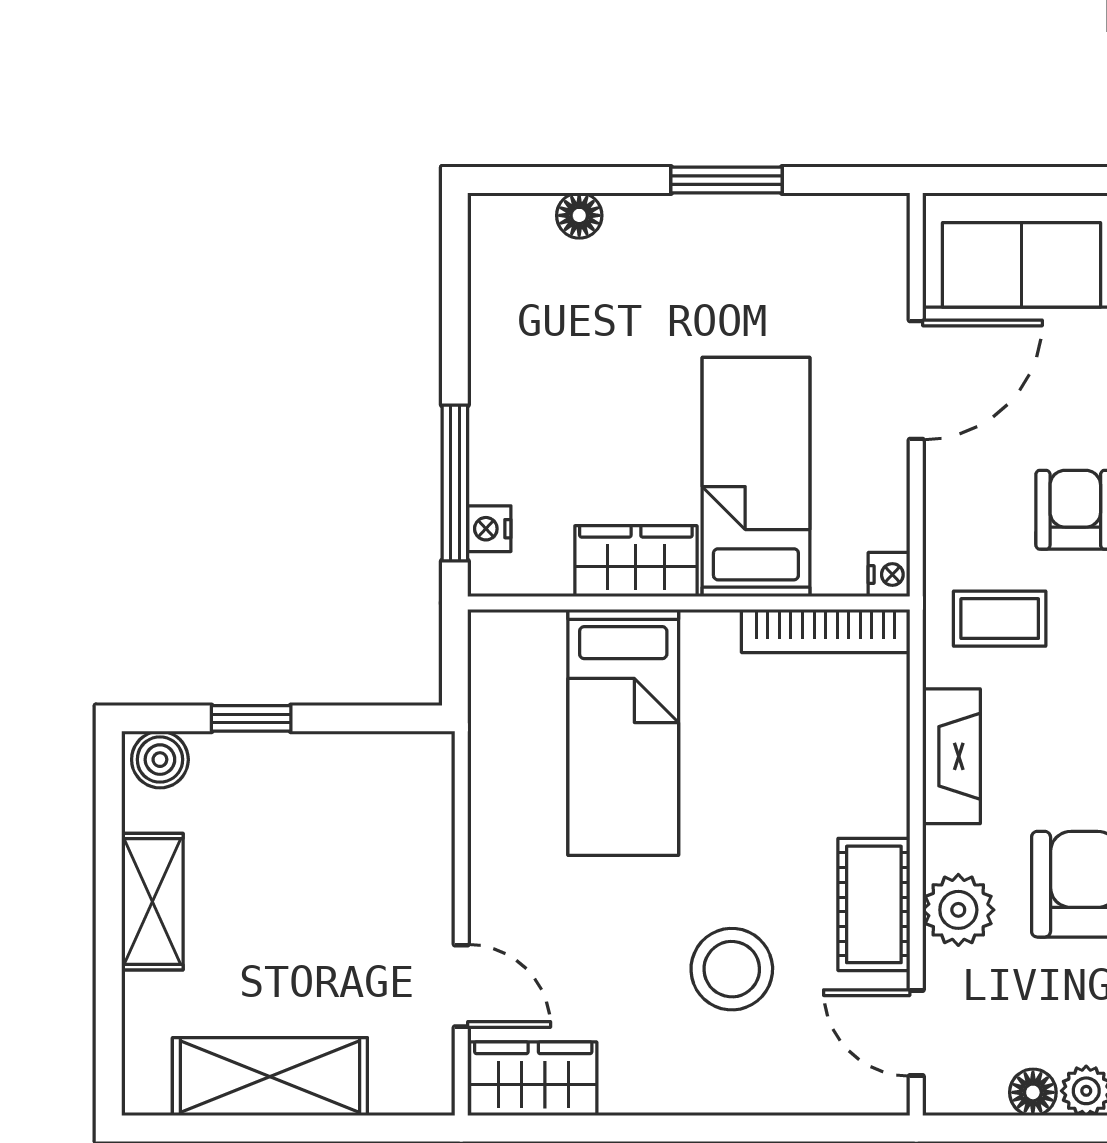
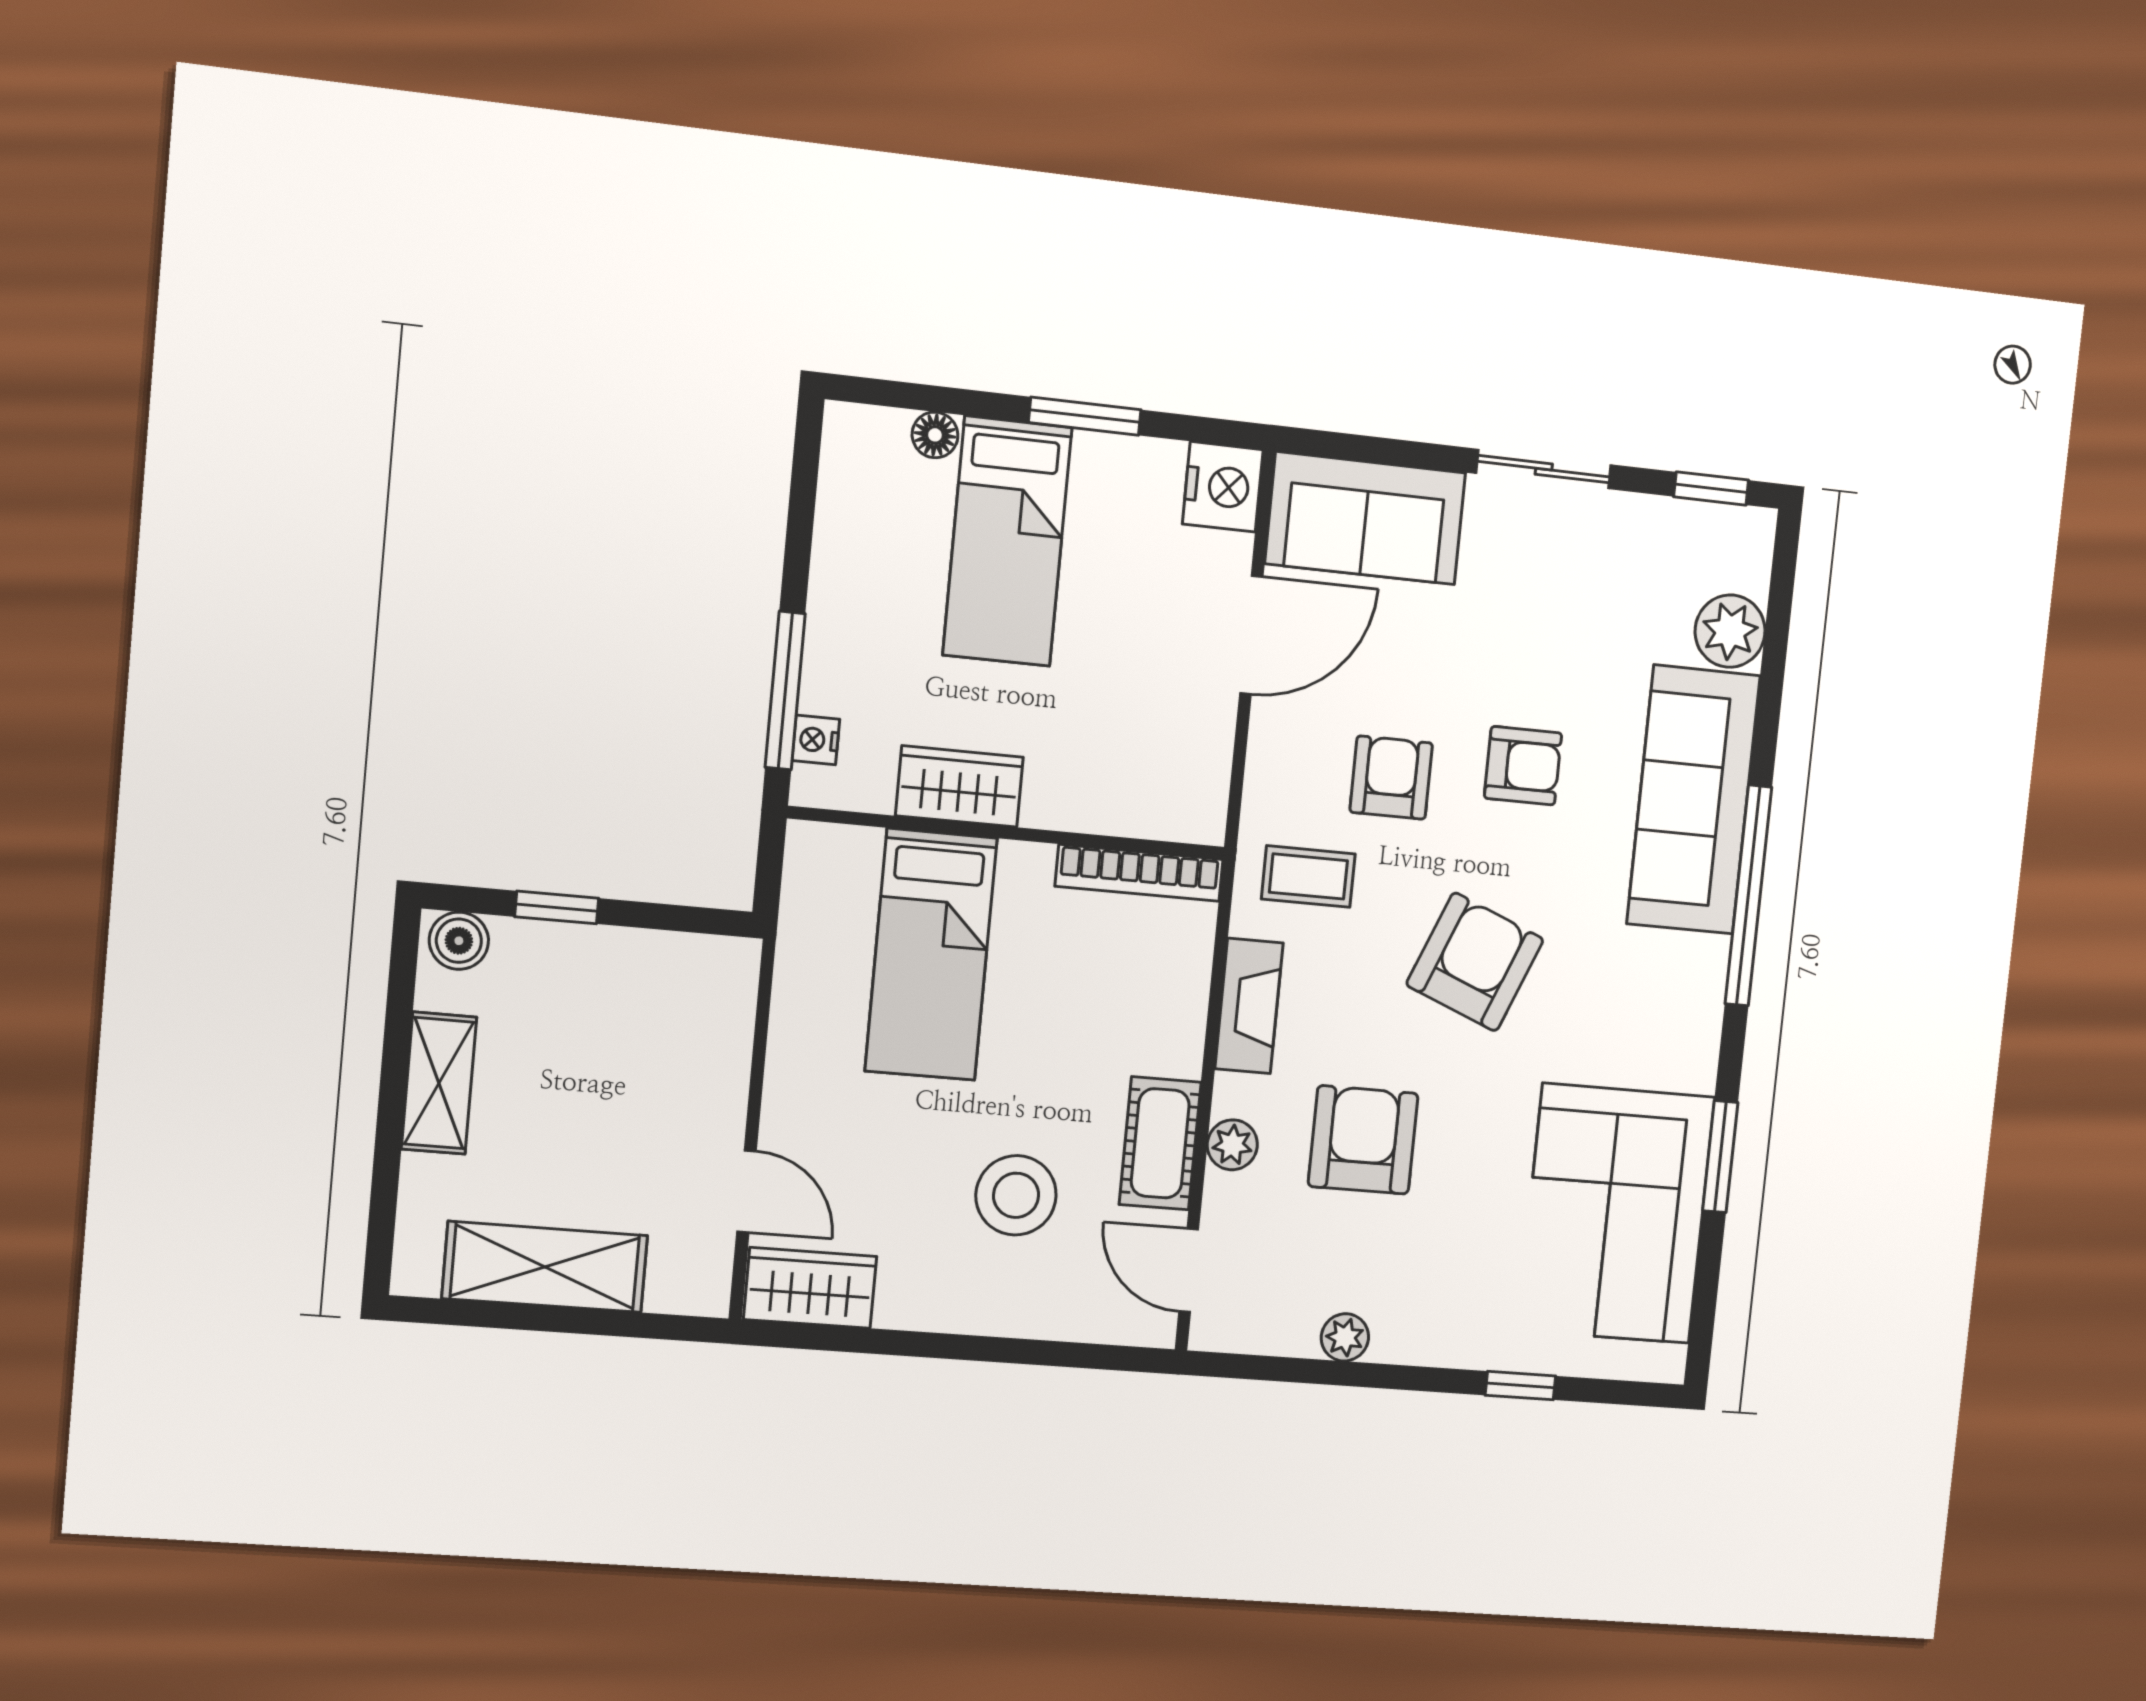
bed: (756, 477) -> (1007, 541), moved, turned 180
nightstand: (889, 575) -> (1223, 487), moved, width x1.89, depth x1.79
plant: (958, 910) -> (1232, 1145), width x0.73, depth x0.73
floor lamp: (1033, 1092) -> (1294, 1335), removed

